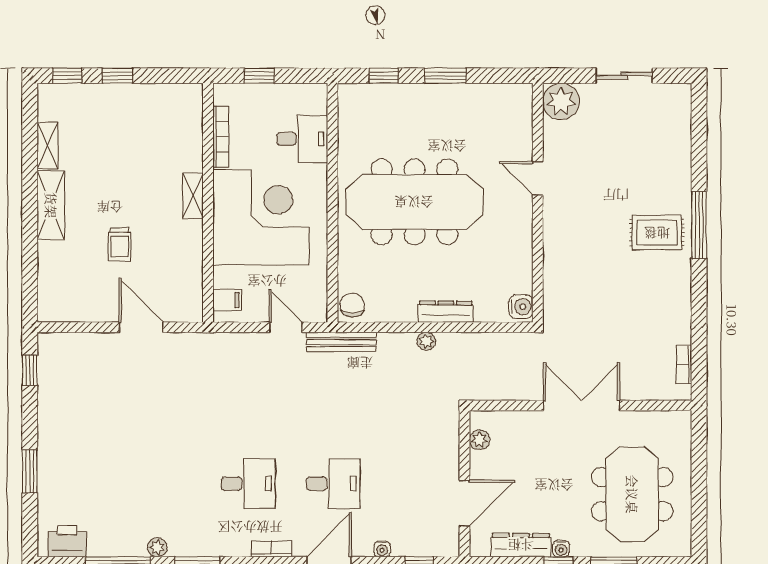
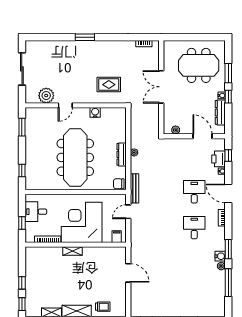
window: (445, 76) -> (22, 127), moved
sliding door: (624, 76) -> (22, 69), width x1.37
plant: (561, 101) -> (46, 96), moved
desk: (302, 139) -> (36, 212), moved, turned -90
window: (699, 225) -> (85, 37), width x0.69
rug: (657, 233) -> (109, 85), moved, turned 90
trolley: (119, 244) -> (103, 307), moved
water cooler: (521, 307) -> (95, 112), moved
dresser: (446, 312) -> (122, 154), moved
door: (141, 327) -> (128, 273), swing flipped
printer: (67, 541) -> (219, 159), moved
water cooler: (181, 545) -> (220, 256), added

